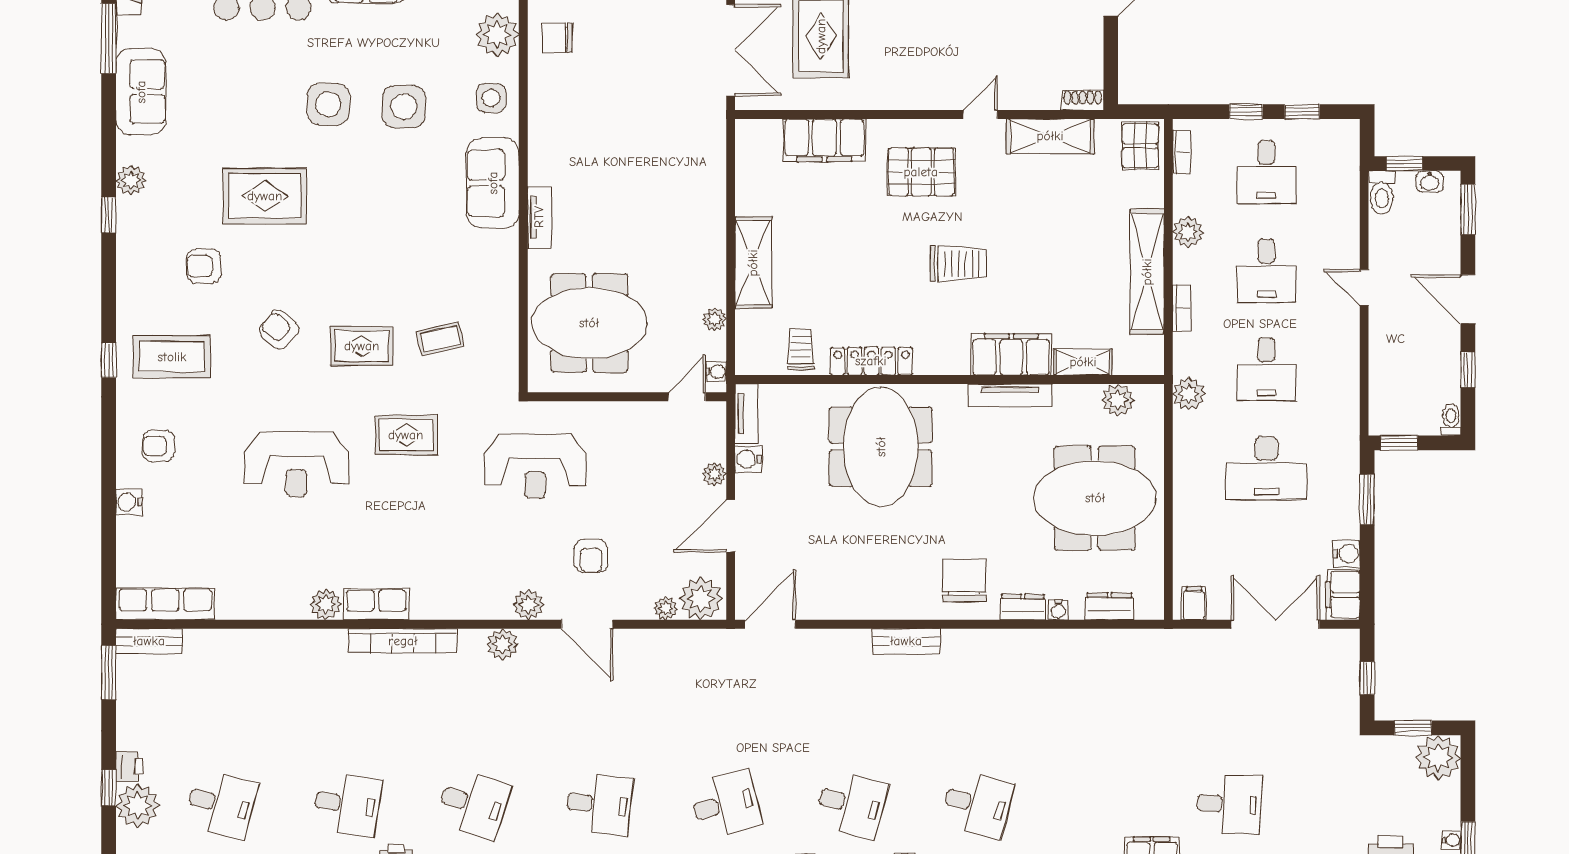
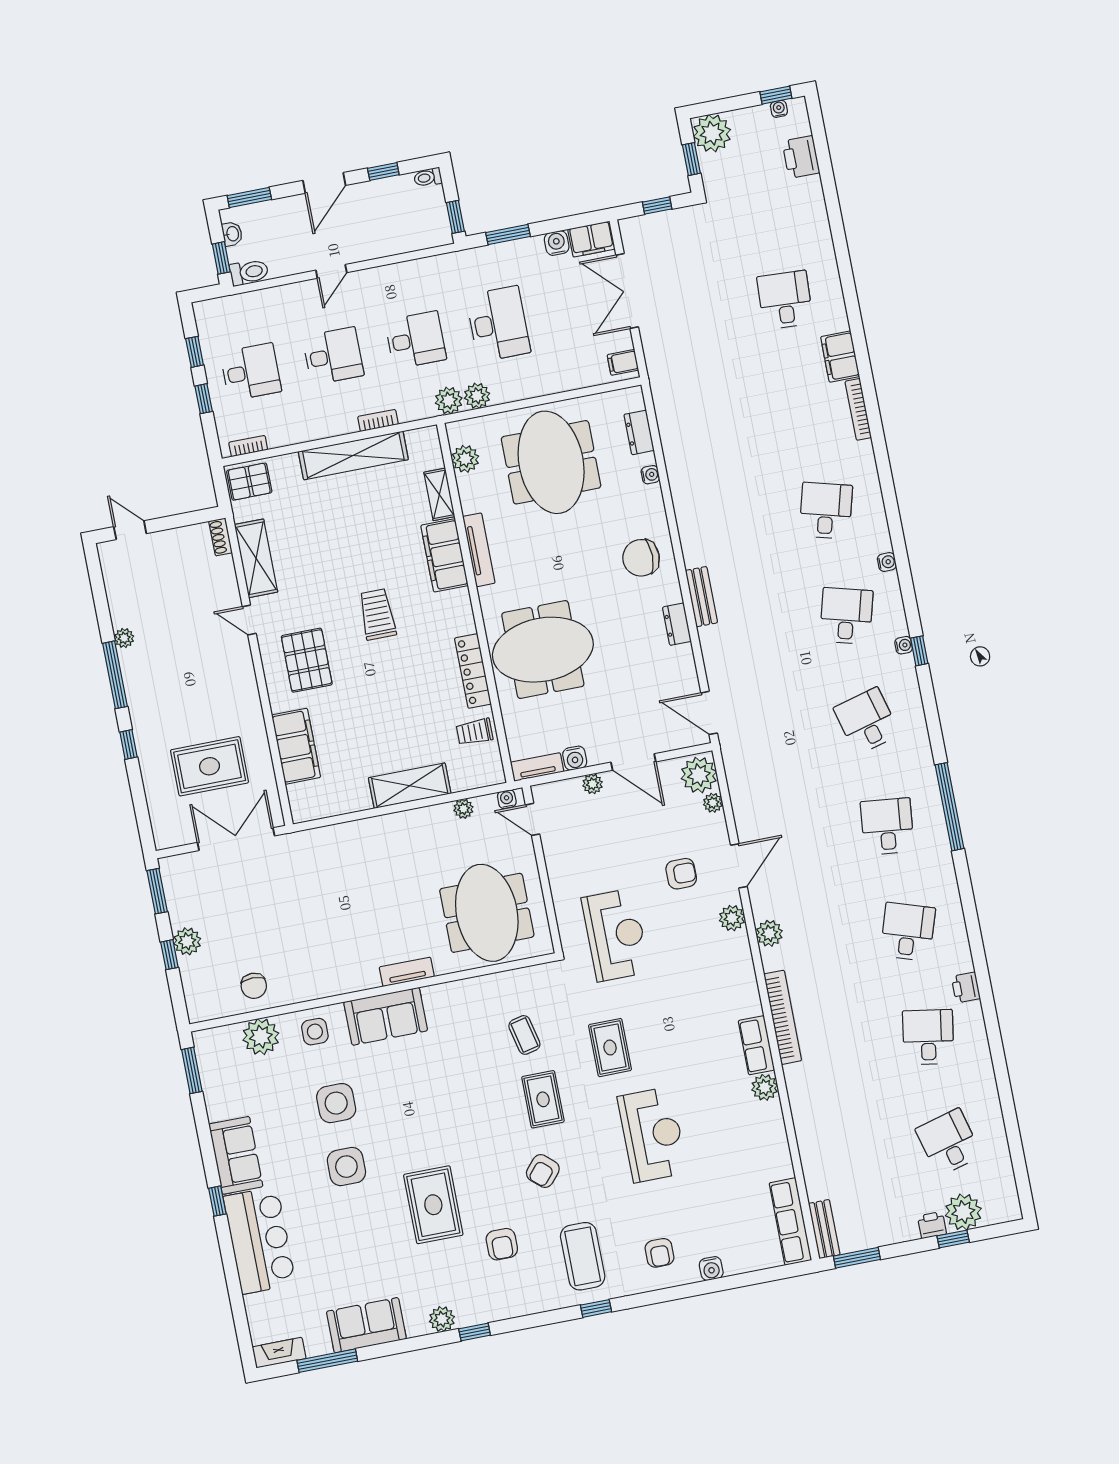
plant: (1188, 232) -> (477, 396), moved
dresser: (1023, 607) -> (677, 624), moved
desk: (221, 804) -> (949, 1142), turned -30

